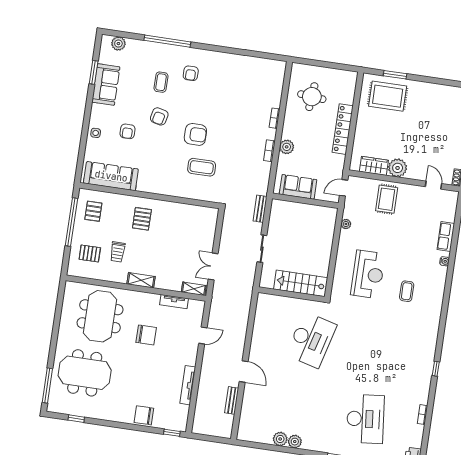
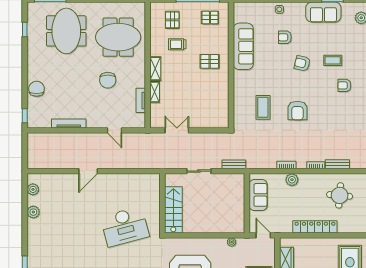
armchair: (195, 134) -> (297, 111), moved
sofa: (111, 176) -> (243, 46), moved
shelving: (194, 289) -> (155, 92), moved
desk: (311, 340) -> (125, 227), turned -30
bench: (232, 400) -> (337, 164), moved
plant: (295, 442) -> (33, 189), moved

